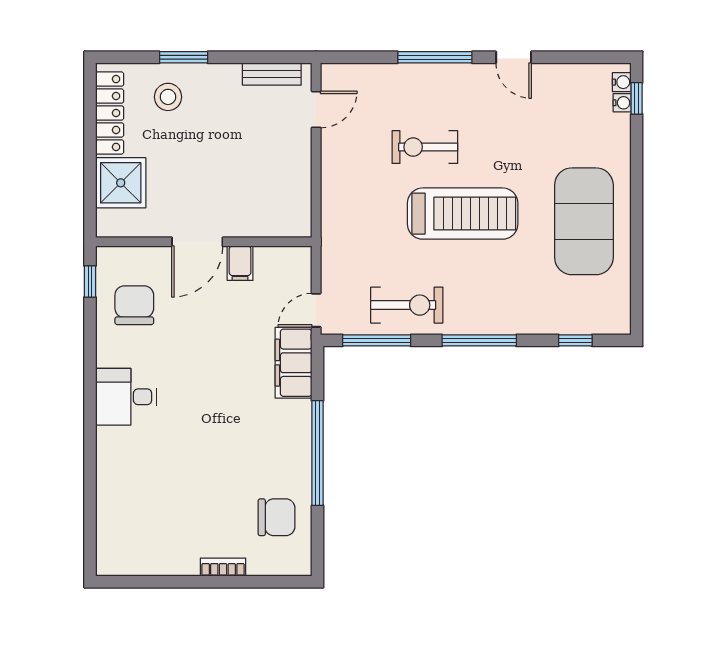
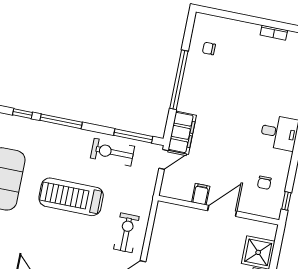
exercise bike: (425, 147) -> (126, 233), moved, turned -90
chair: (134, 305) -> (264, 183), width x0.54, depth x0.54
window: (479, 340) -> (61, 121), moved
chair: (276, 517) -> (209, 49), width x0.54, depth x0.54
bookcase: (223, 567) -> (274, 33), moved

